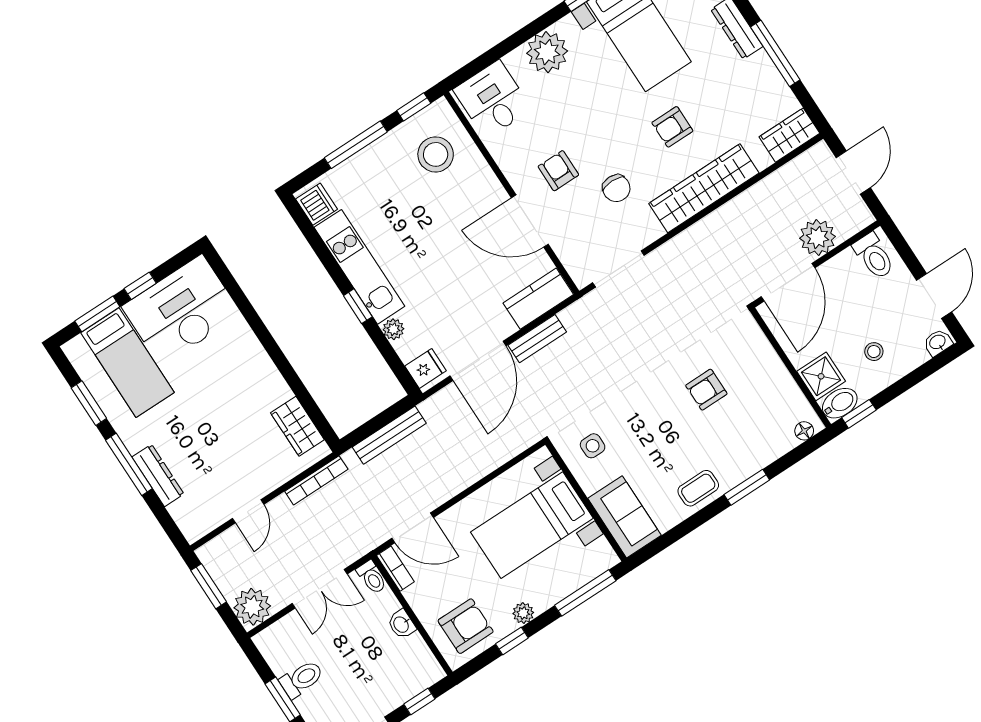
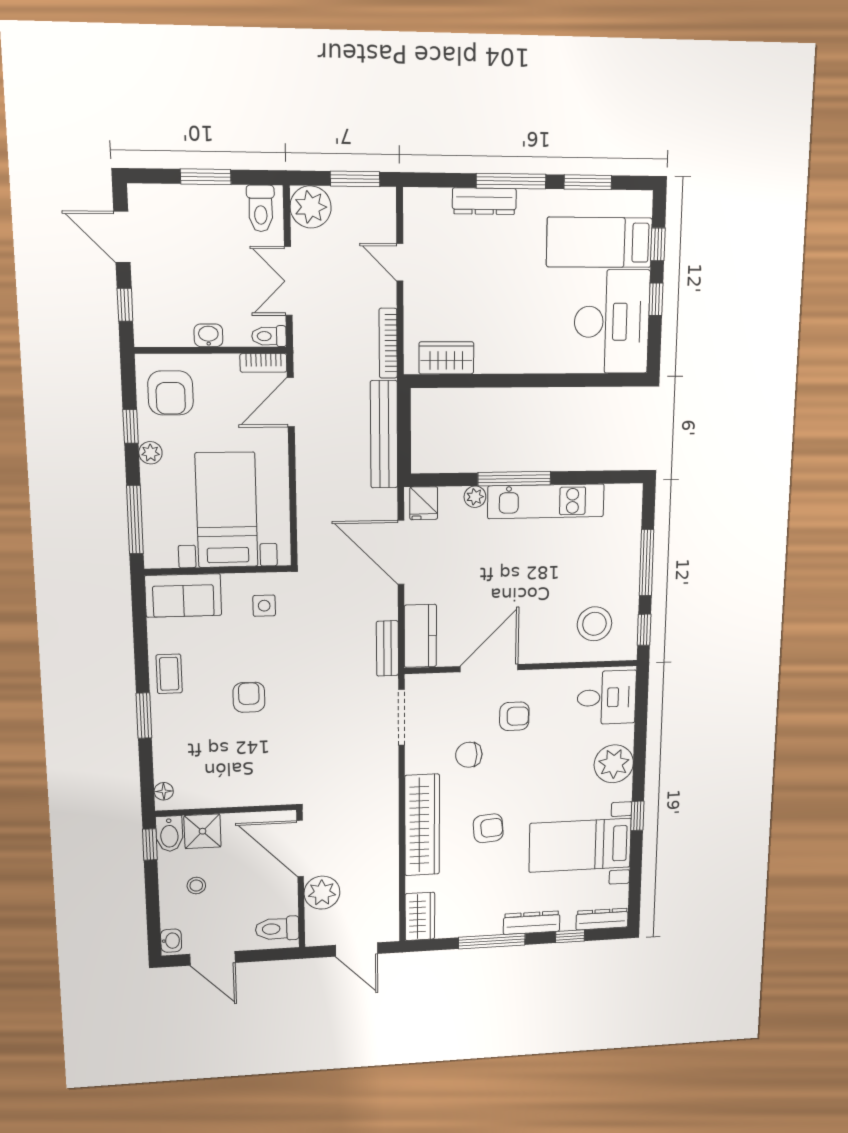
armchair: (672, 127) -> (488, 828), turned 85
dishwasher: (317, 204) -> (621, 498), removed
window: (358, 306) -> (514, 479), width x2.17
window: (97, 314) -> (658, 244), width x0.67
bench: (537, 339) -> (387, 648), moved
armchair: (706, 390) -> (249, 697), moved
bench: (389, 435) -> (384, 434), width x1.37, depth x1.21
toilet: (302, 679) -> (261, 208), moved

